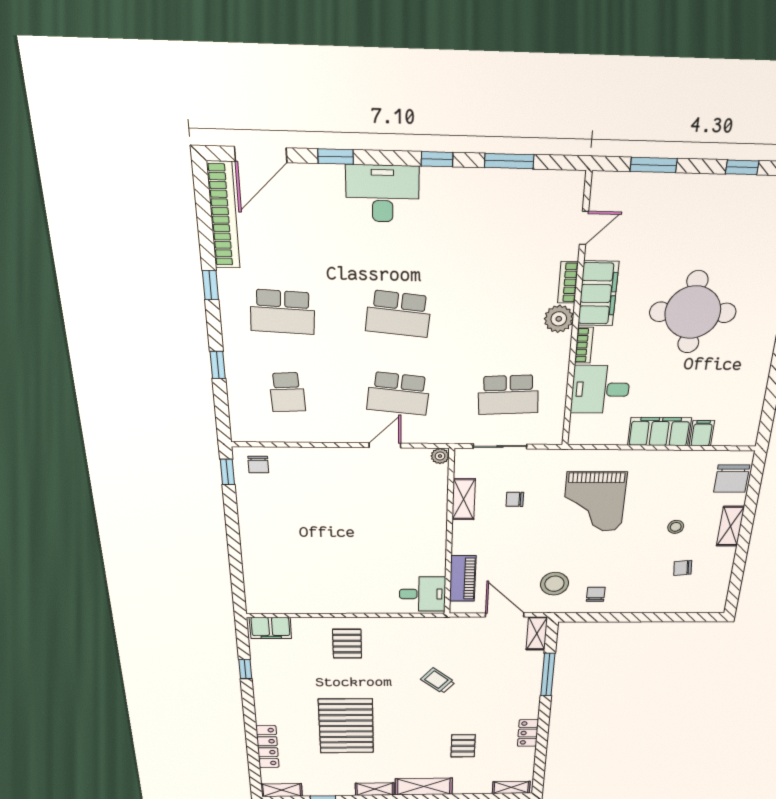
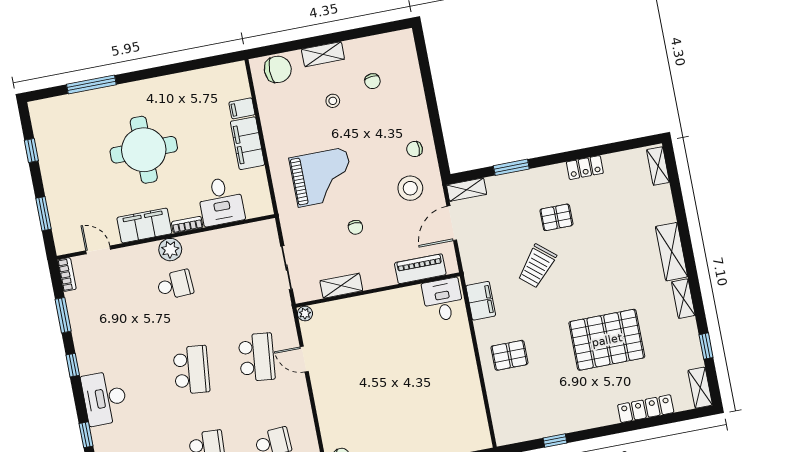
bookcase: (568, 282) -> (67, 275), moved, turned -90
school desk: (508, 395) -> (175, 285), moved, width x0.54
chair: (515, 499) -> (355, 227), moved
filing cabinet: (271, 628) -> (481, 301), moved
window: (548, 675) -> (511, 167), width x0.69
trolley: (438, 681) -> (537, 266), width x1.36, depth x1.39
pallet: (463, 746) -> (556, 217), moved

